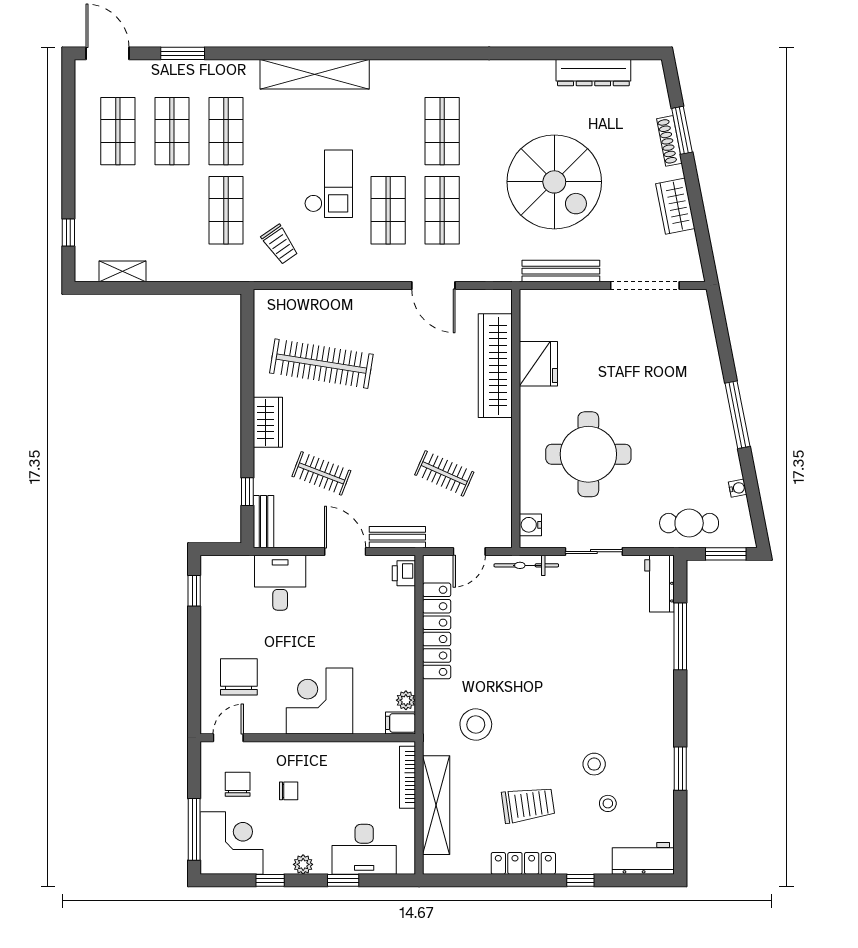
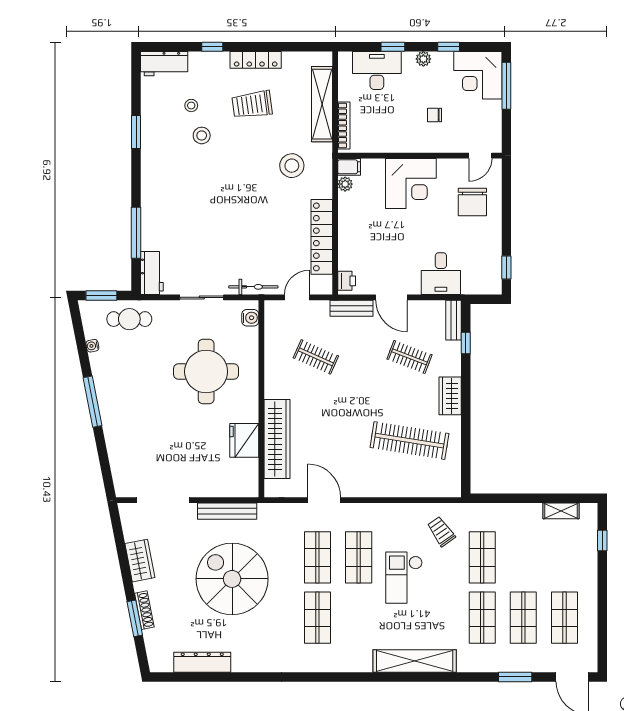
chair: (238, 784) -> (473, 120), removed

